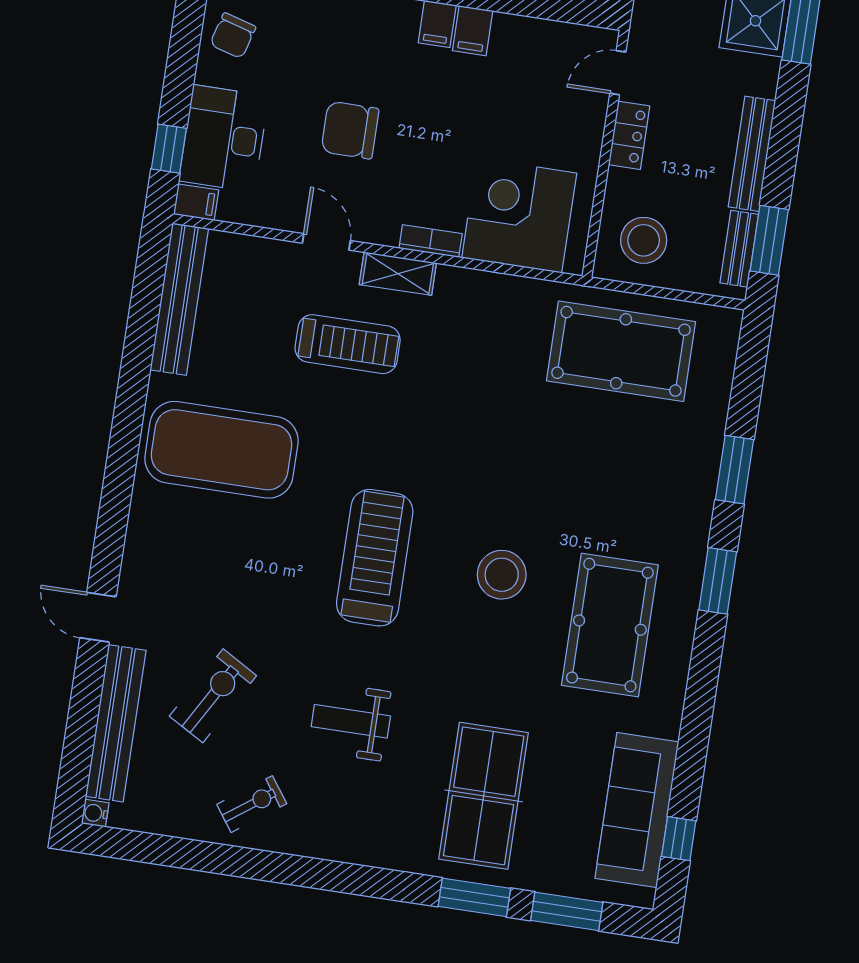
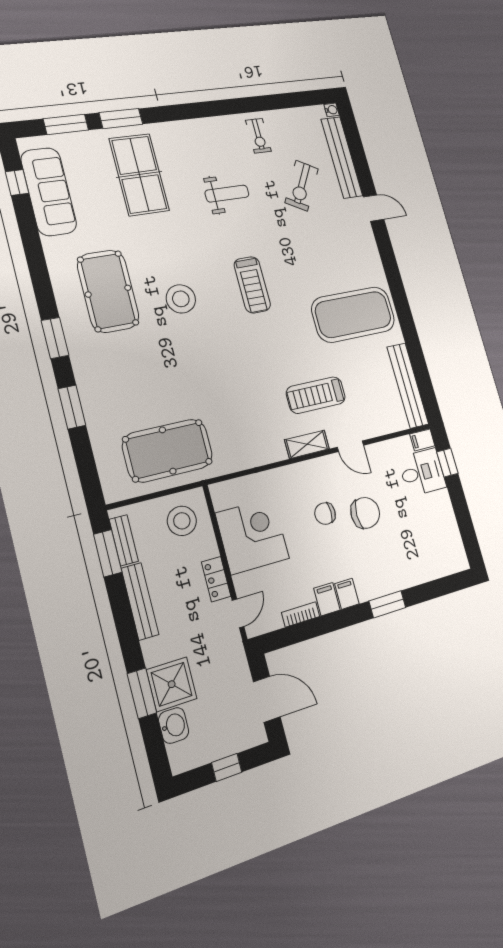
chair: (233, 36) -> (325, 514), moved, turned -106
desk: (224, 138) -> (422, 472), width x0.73
corner desk: (519, 216) -> (252, 536), moved, turned -90
bookcase: (431, 241) -> (301, 614), moved, turned 180
treadmill: (375, 558) -> (252, 285), width x0.73, depth x0.73
exercise bike: (252, 804) -> (258, 136), turned -54

